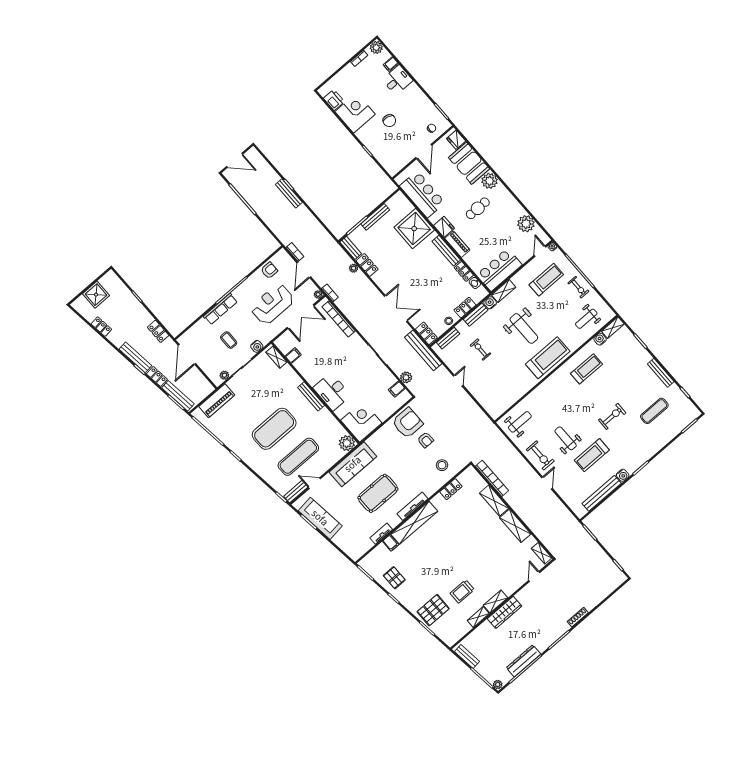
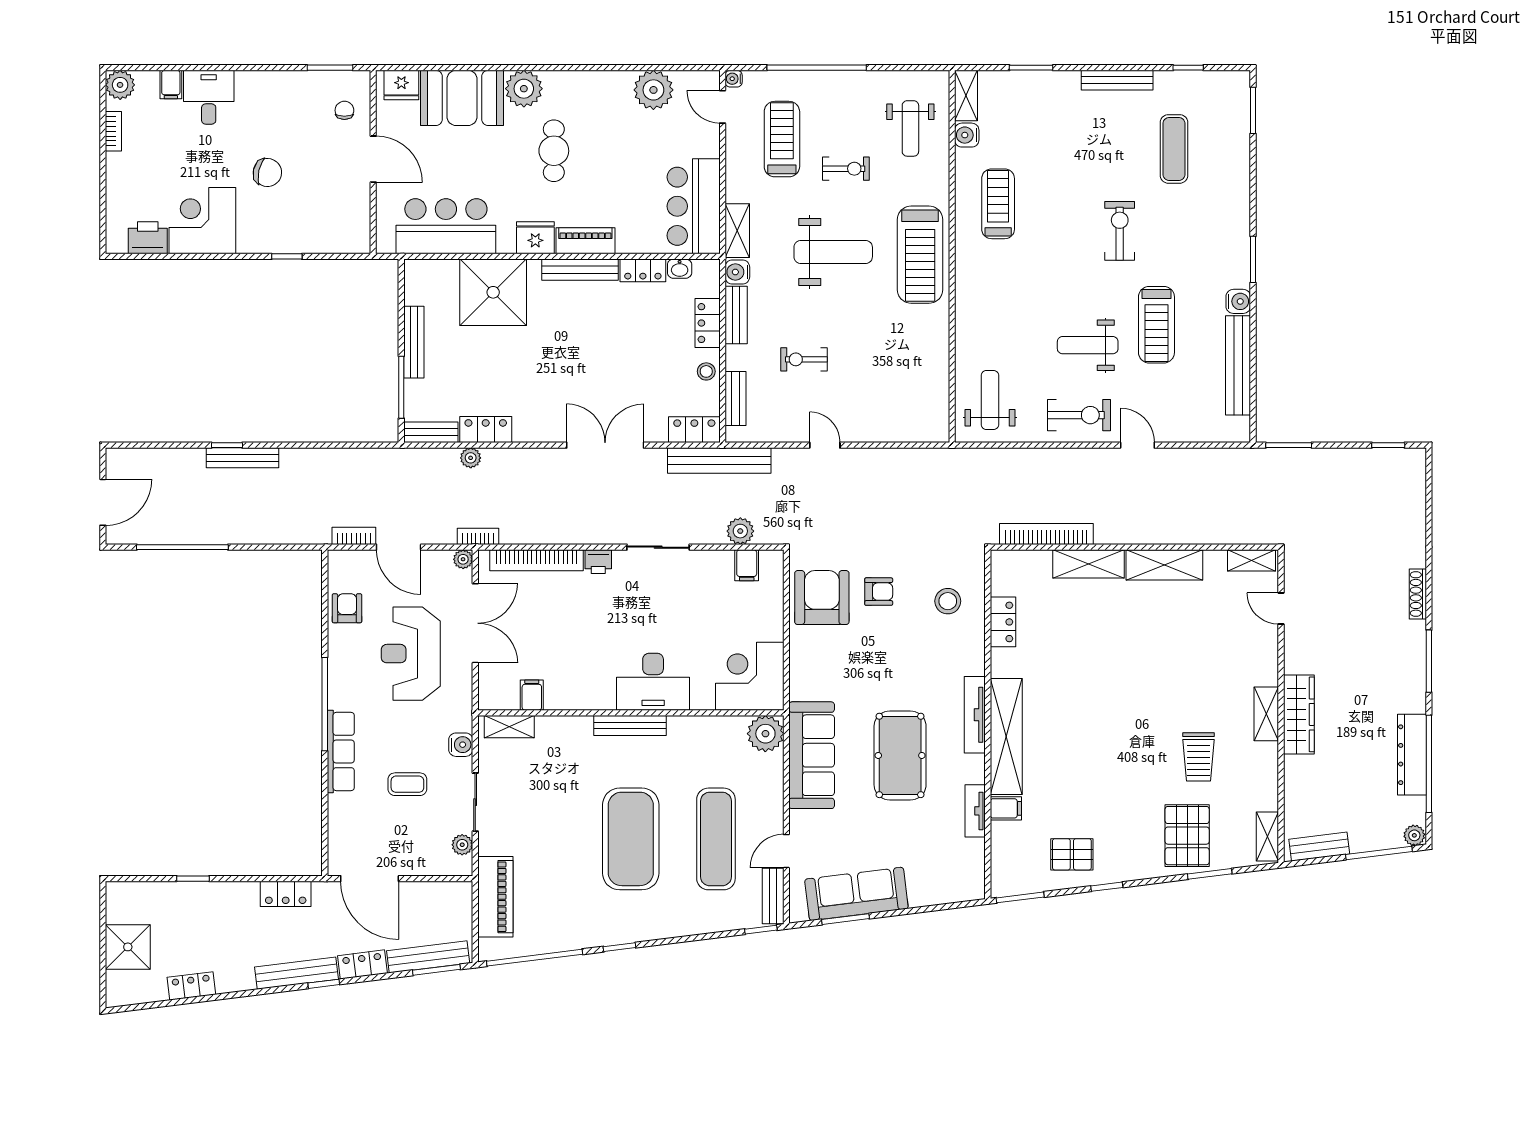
exercise bike: (578, 287) -> (846, 169), moved
printer: (356, 339) -> (598, 562), added
treadmill: (548, 358) -> (920, 255), turned 180
shelving: (478, 617) -> (1267, 837), moved

